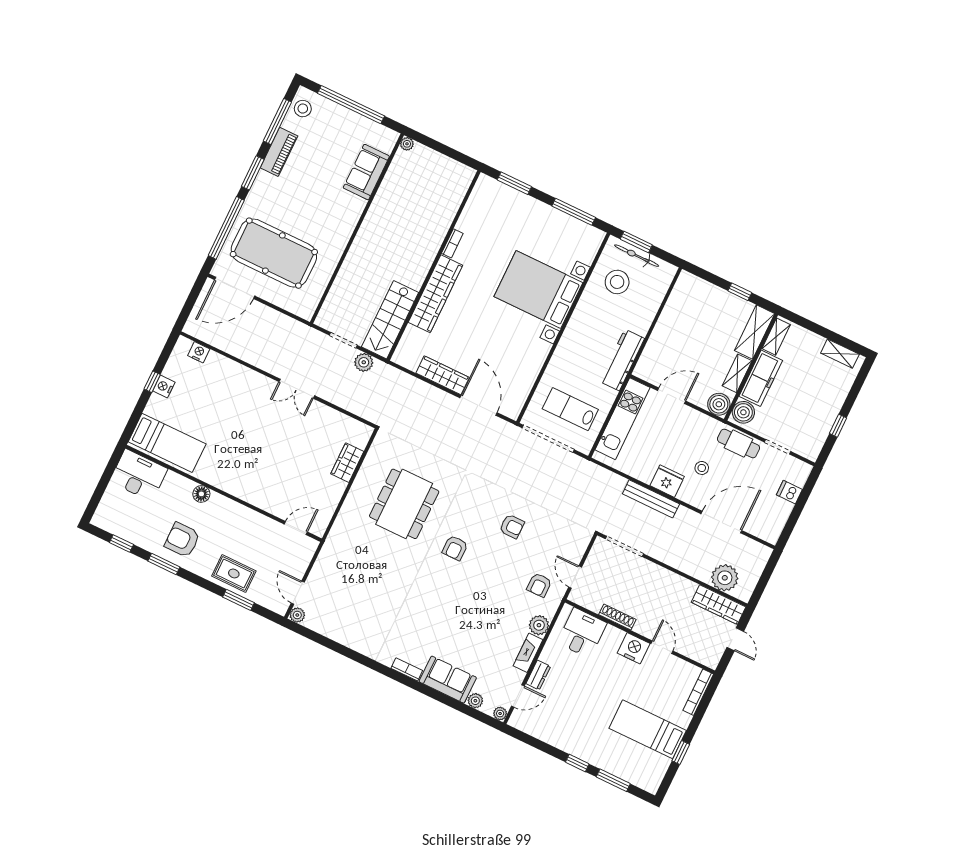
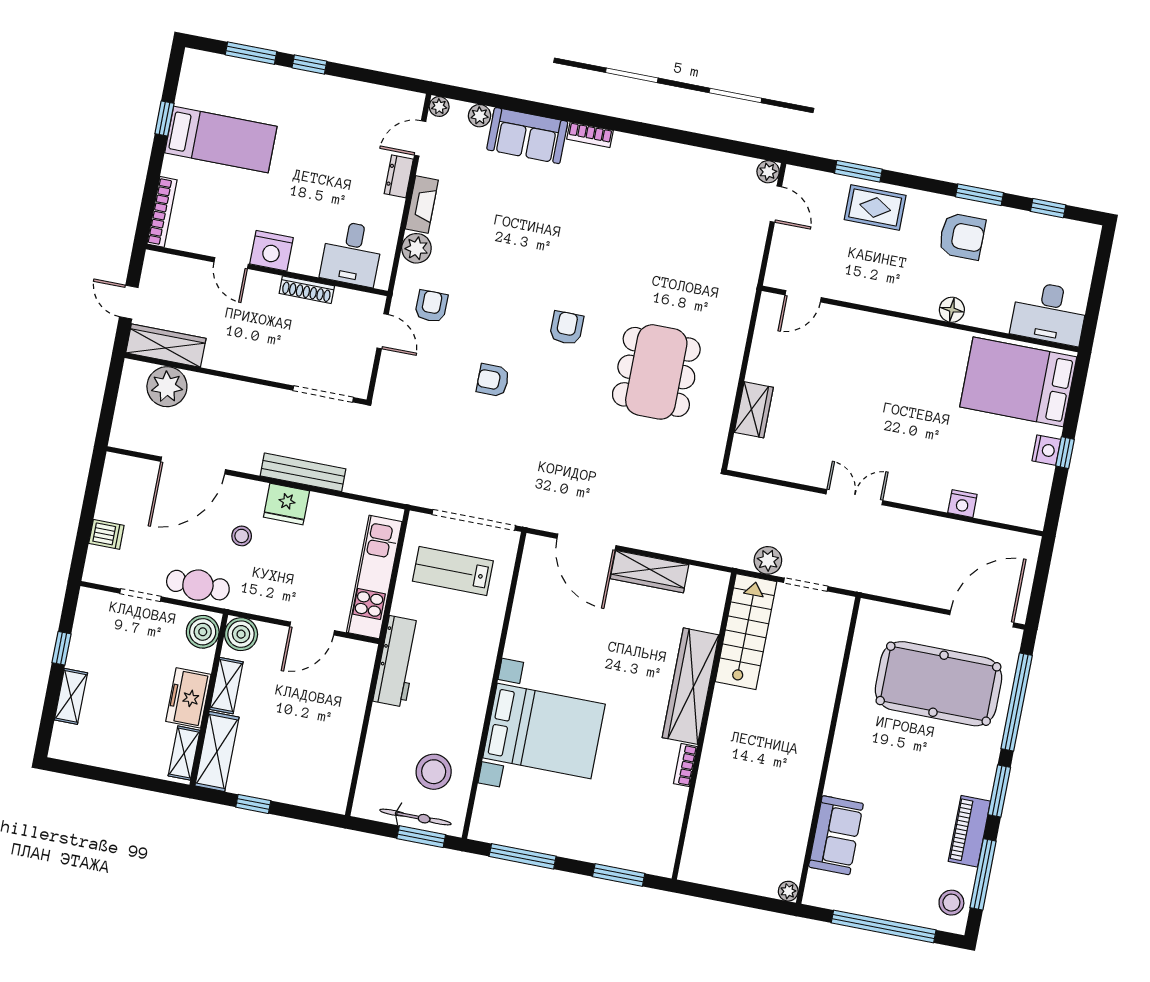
nightstand: (199, 352) -> (962, 504), moved
shelving: (840, 354) -> (71, 696), moved, turned 90
freezer: (761, 378) -> (188, 698), width x0.71
lab bench: (570, 409) -> (453, 571), turned 180
bed: (167, 443) -> (1018, 382), width x1.50

